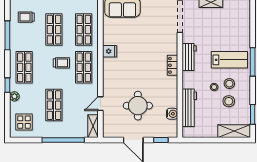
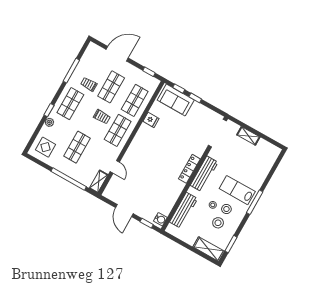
trolley: (26, 17) -> (89, 84), moved
fridge: (110, 51) -> (151, 120), moved
workbench: (189, 57) -> (204, 174), width x1.38
lab bench: (229, 60) -> (237, 190), turned 180
locker: (173, 65) -> (189, 169), width x1.53
door: (100, 104) -> (115, 167), swing flipped
round table: (138, 106) -> (144, 185), removed
water cooler: (172, 114) -> (160, 219), moved

